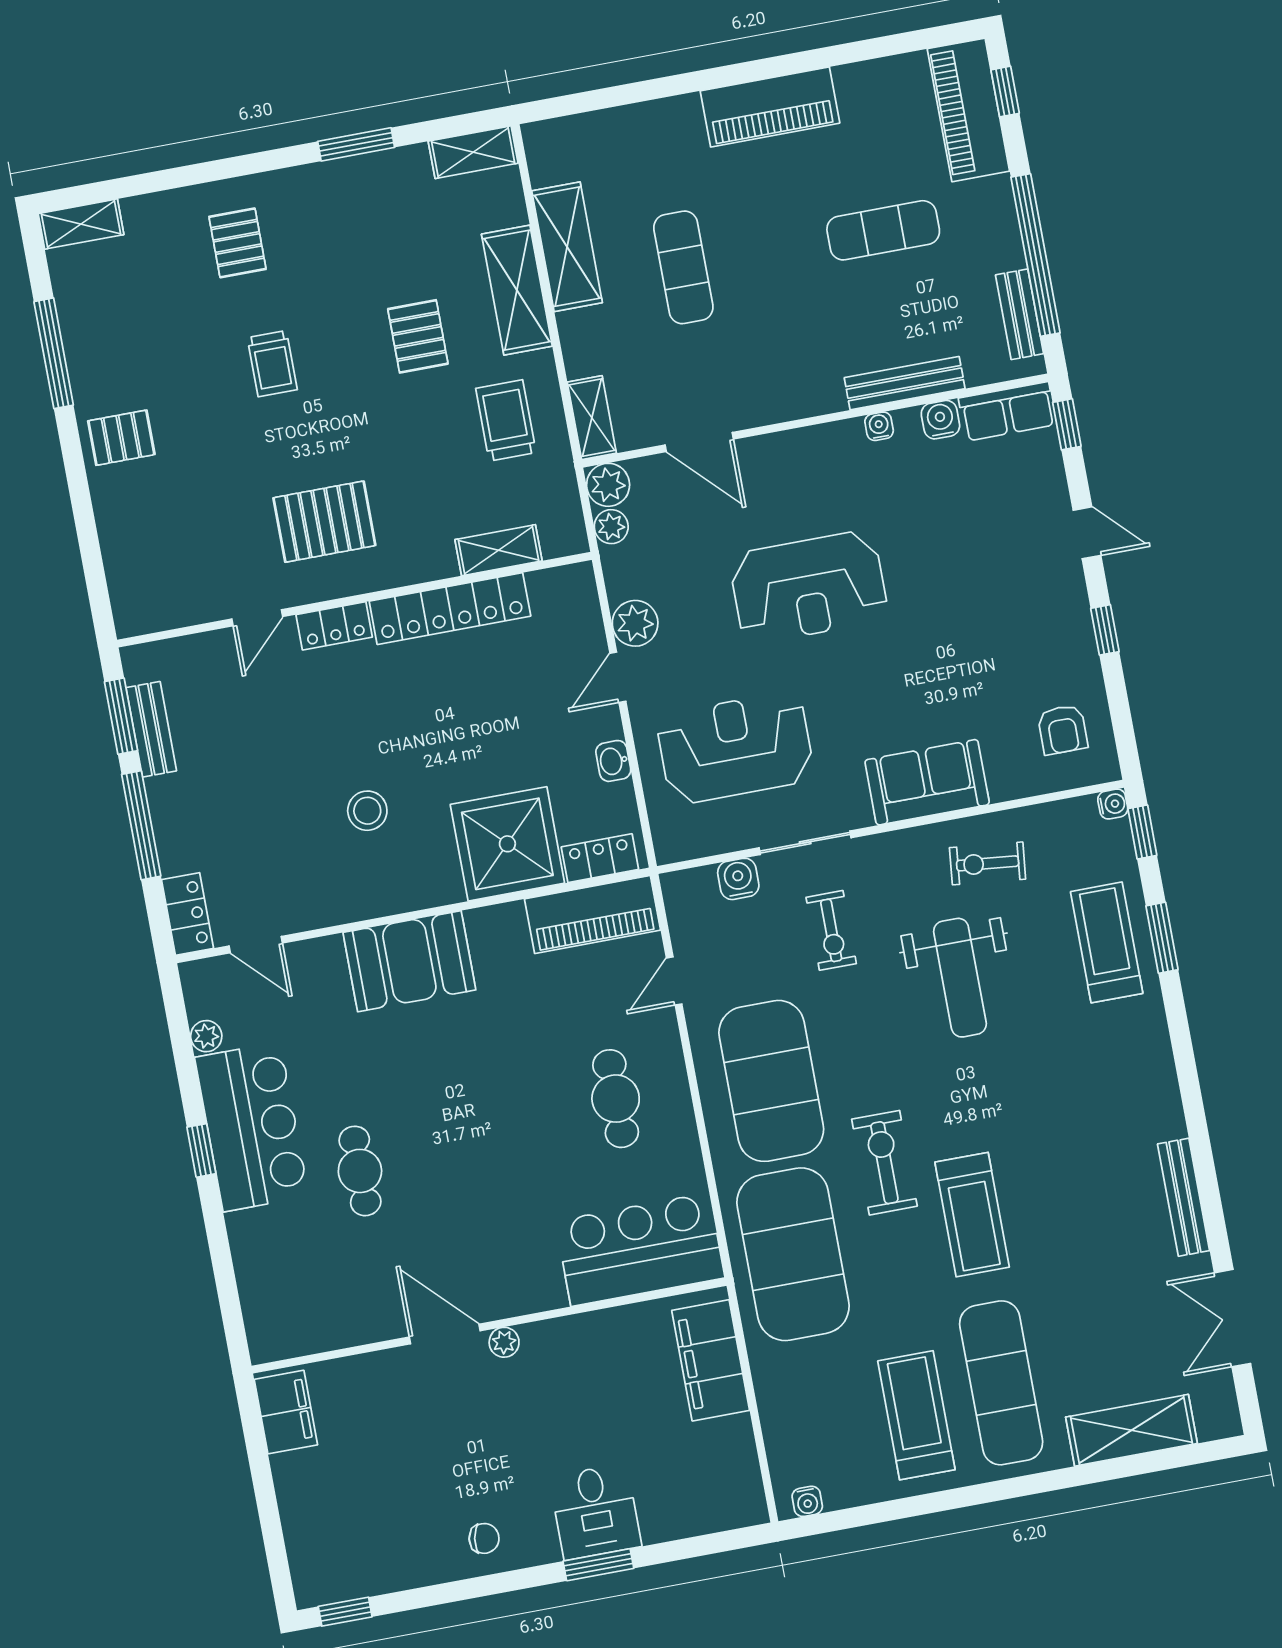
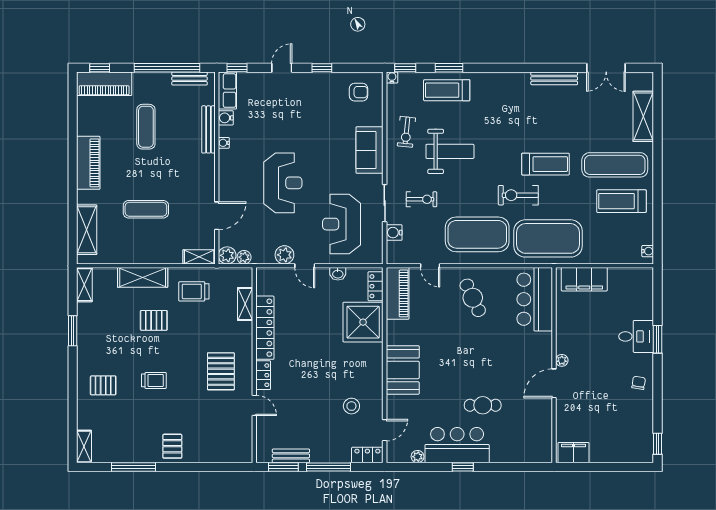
shelving: (567, 247) -> (87, 230), moved, turned 90
stool: (367, 811) -> (351, 406), moved
cafe table: (616, 1099) -> (473, 298), turned 65

